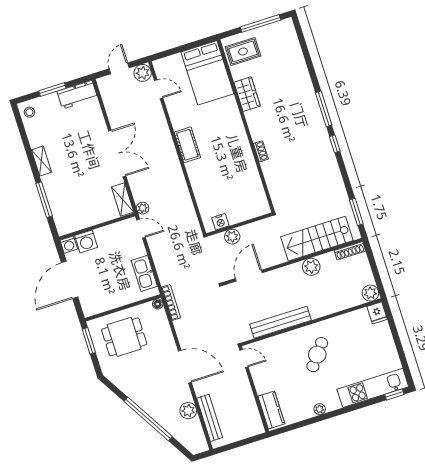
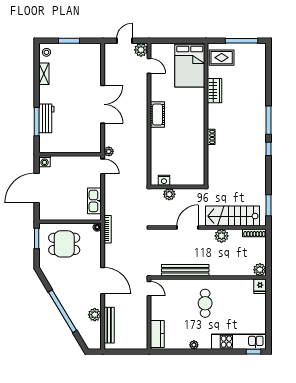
workbench: (77, 95) -> (46, 118), moved, turned -90
shelving: (41, 161) -> (44, 74), moved
shelving: (123, 199) -> (96, 140), removed
washing machine: (86, 241) -> (58, 163), removed
door: (249, 276) -> (188, 228), moved
cafe table: (317, 355) -> (205, 303), turned -38

